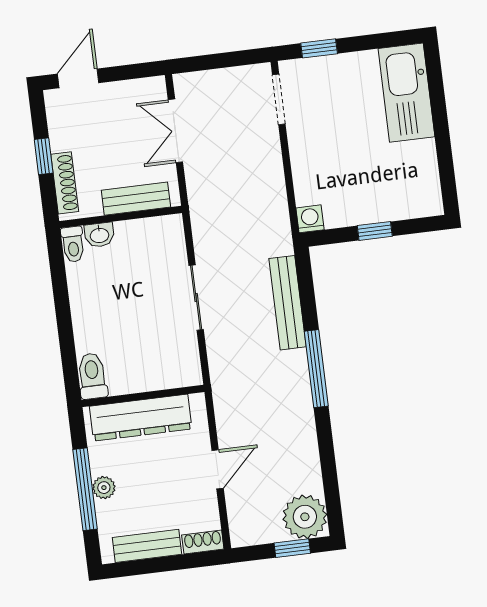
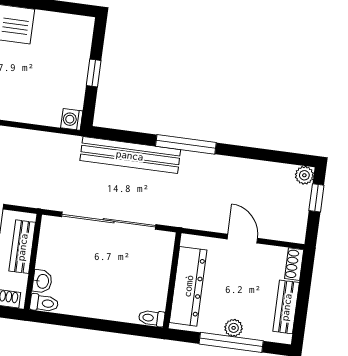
sliding door: (196, 298) -> (109, 221), width x1.86
bench: (288, 303) -> (130, 155), width x1.37, depth x1.21
toilet: (92, 376) -> (152, 318), width x0.73, depth x0.72
plant: (305, 517) -> (304, 175), width x0.53, depth x0.53

